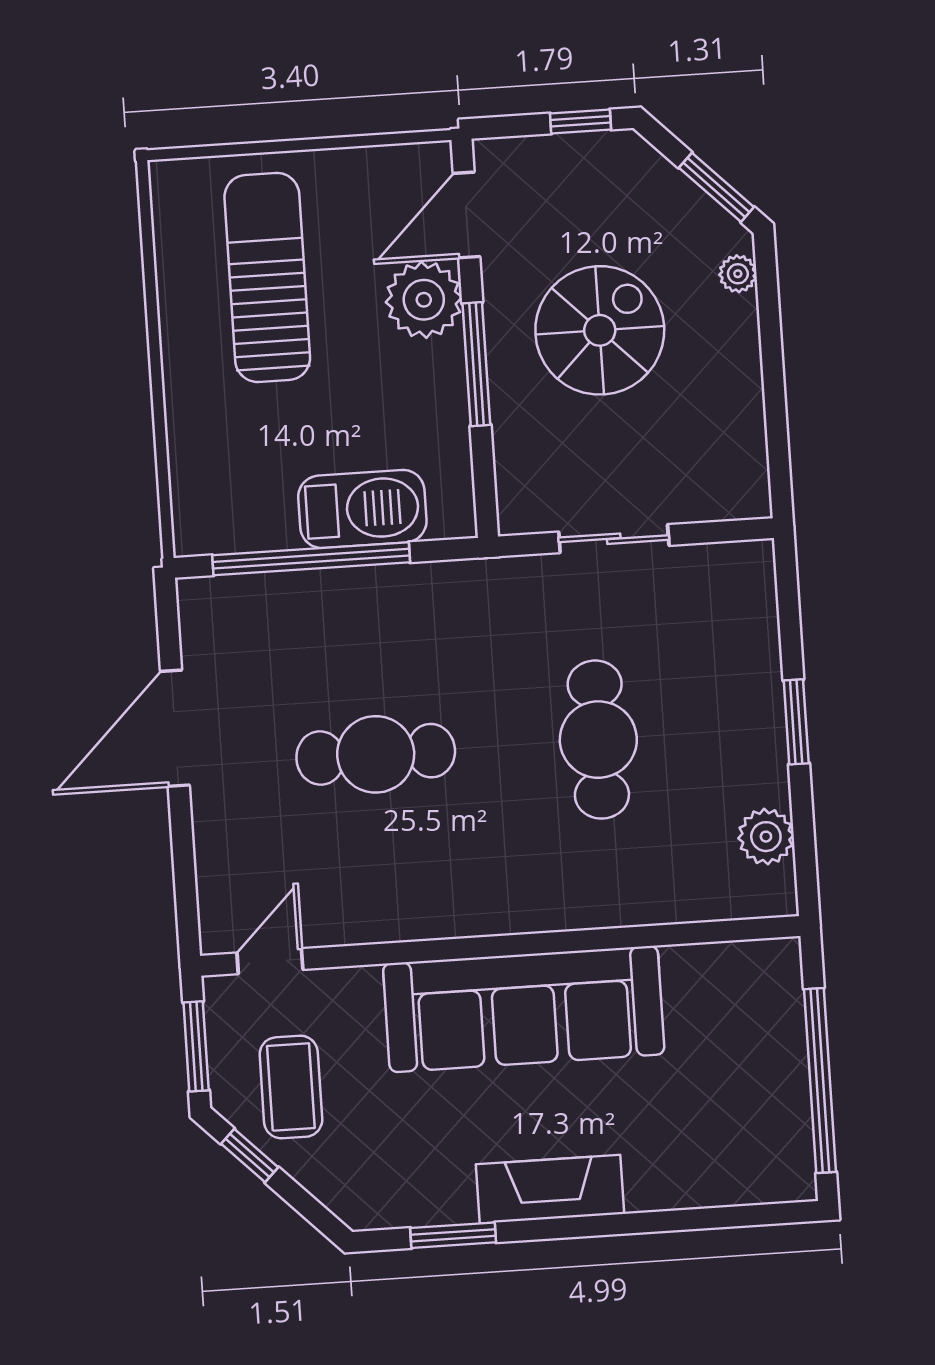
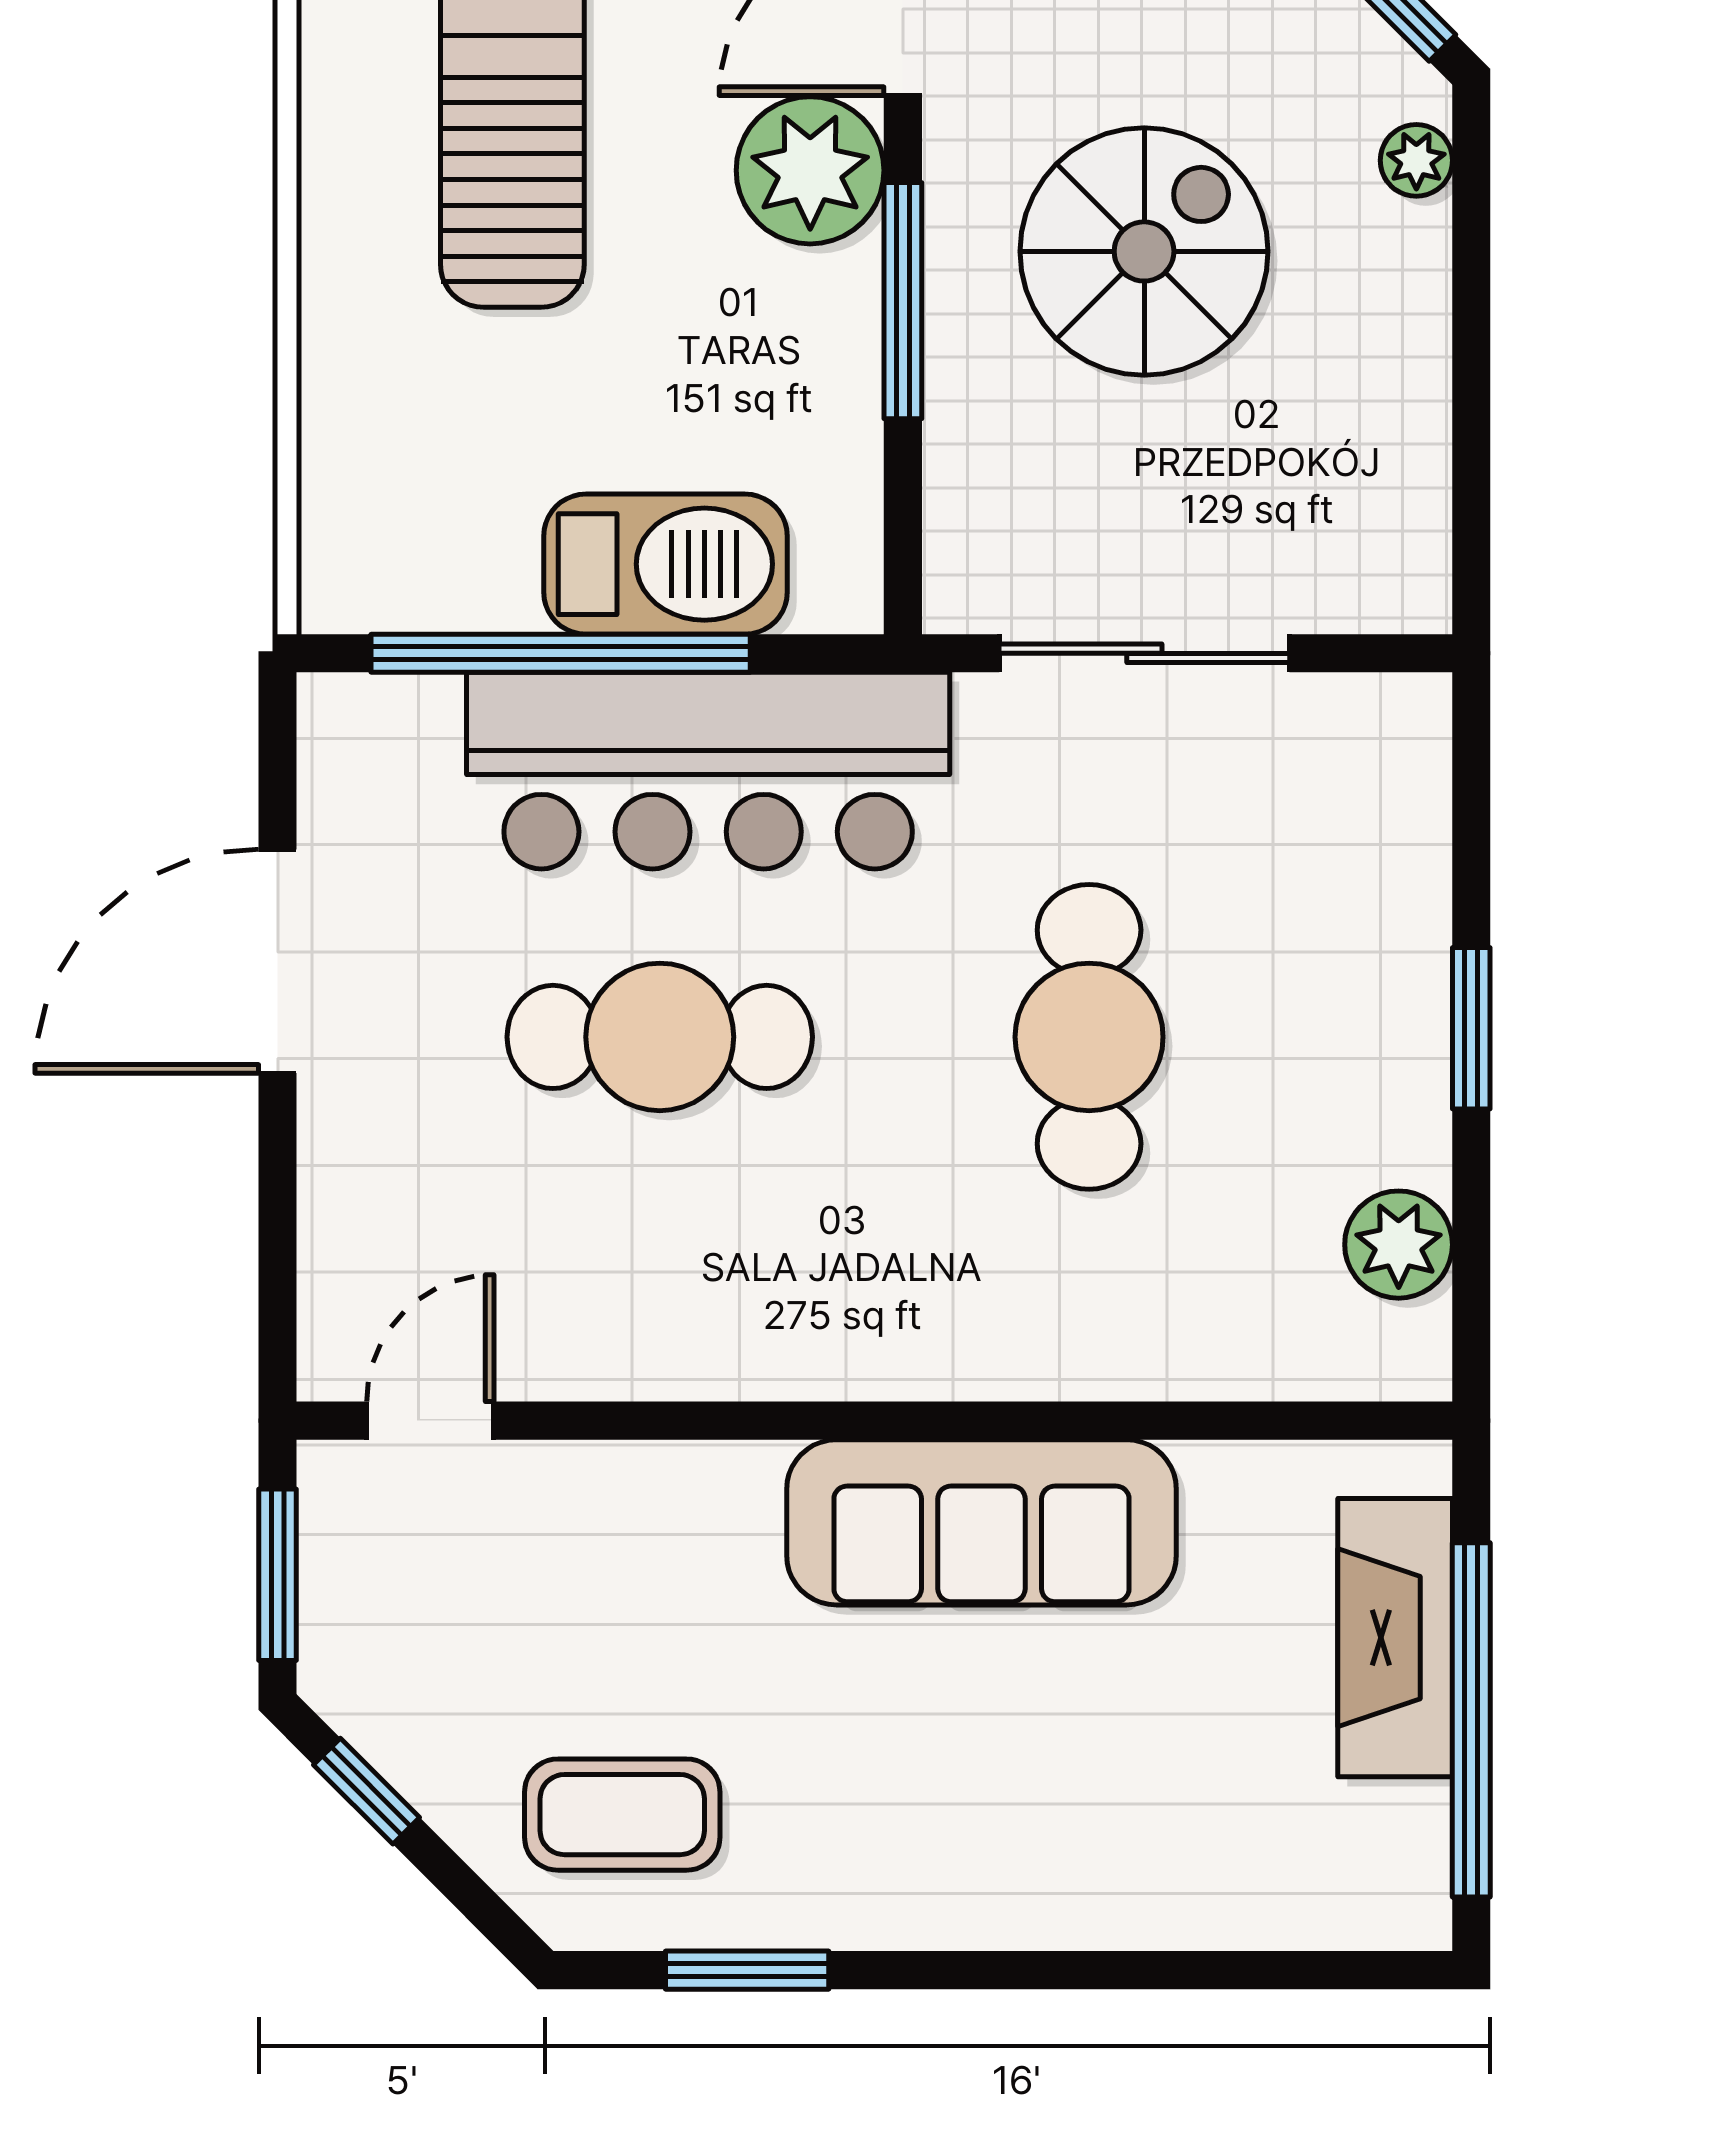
sliding door: (614, 539) -> (1144, 653), width x1.37
bar counter: (392, 615) -> (708, 771), added
sofa: (524, 1009) -> (982, 1522), width x0.74, depth x0.79
coffee table: (291, 1087) -> (622, 1815), moved, turned 90
fireplace: (550, 1189) -> (1395, 1638), moved, turned -90

